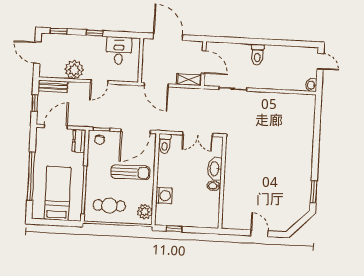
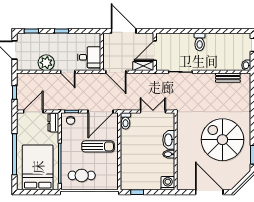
desk: (119, 50) -> (89, 57), moved, turned 90
door: (204, 62) -> (155, 51), swing flipped
door: (99, 82) -> (68, 72), hinge flipped
bench: (53, 86) -> (228, 78), moved
double door: (198, 134) -> (153, 112), swing flipped
spiral stairs: (278, 172) -> (222, 140), added
bed: (58, 193) -> (38, 167), width x1.50
washing machine: (164, 196) -> (168, 183), moved, turned -90
plant: (145, 212) -> (112, 179), removed
door: (259, 233) -> (209, 192), width x1.88

